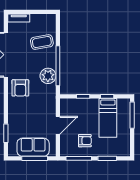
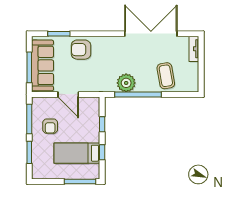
armchair: (20, 88) -> (81, 50), moved
sofa: (33, 147) -> (43, 65), width x1.36

